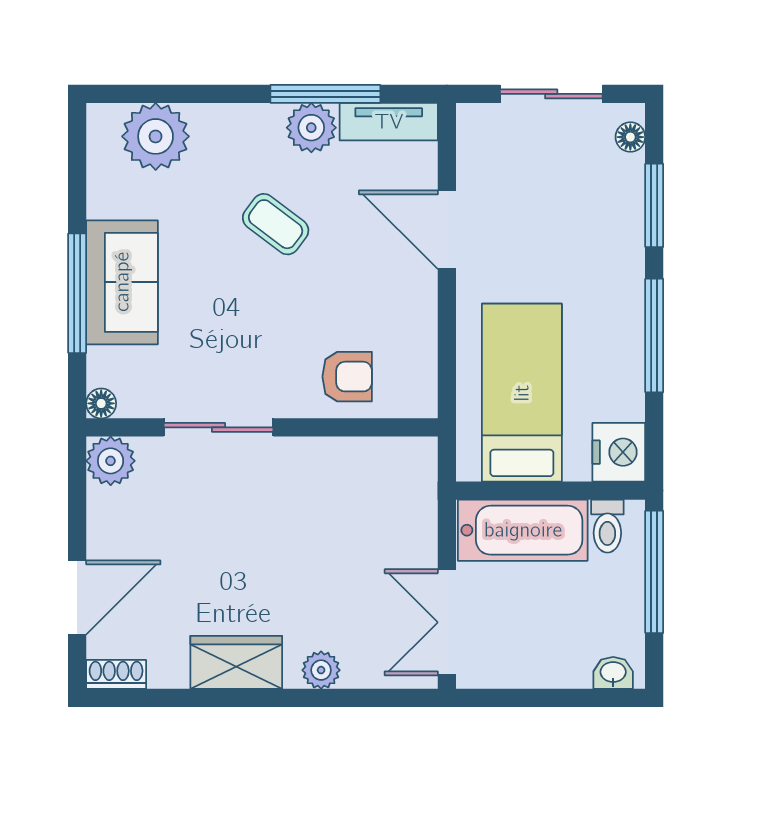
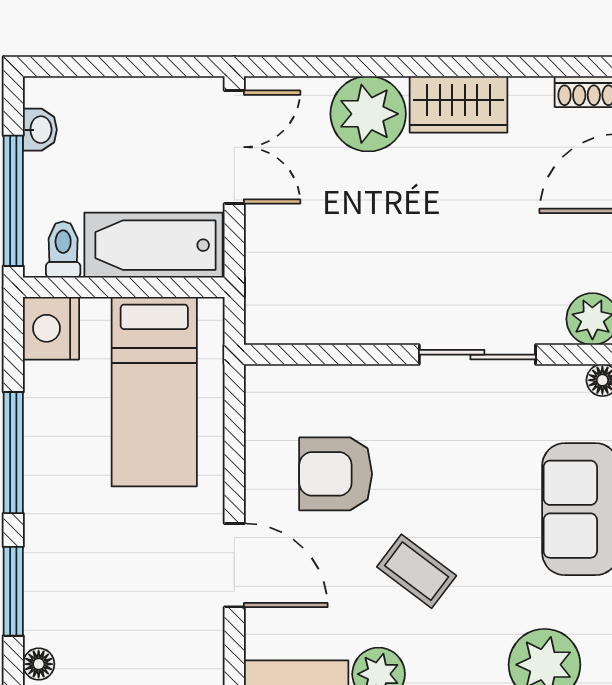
armchair: (347, 377) -> (336, 474), moved, width x1.38, depth x1.38
plant: (321, 670) -> (368, 114), width x1.87, depth x1.87
washbasin: (613, 673) -> (40, 130), moved, turned -90

